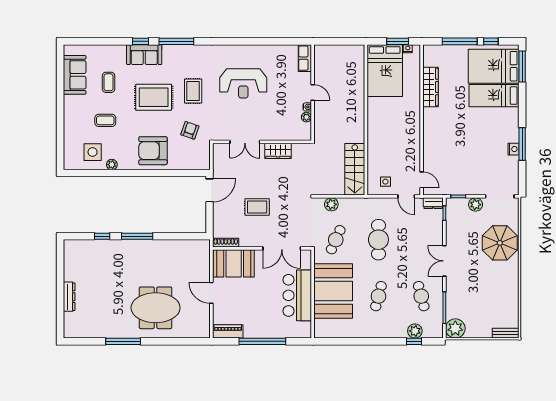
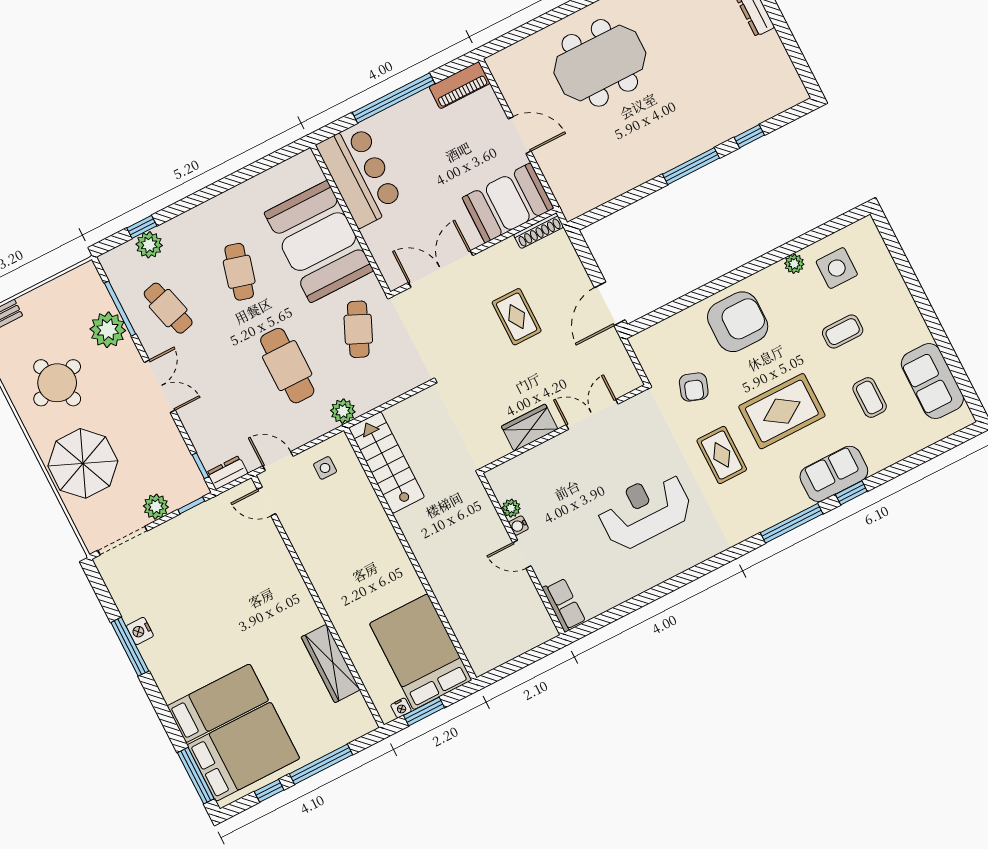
plant: (331, 204) -> (343, 411), moved
rug: (257, 207) -> (517, 317), turned 90
round table: (492, 288) -> (57, 383), added
bar counter: (297, 295) -> (360, 175), moved
plant: (455, 328) -> (108, 330), moved

